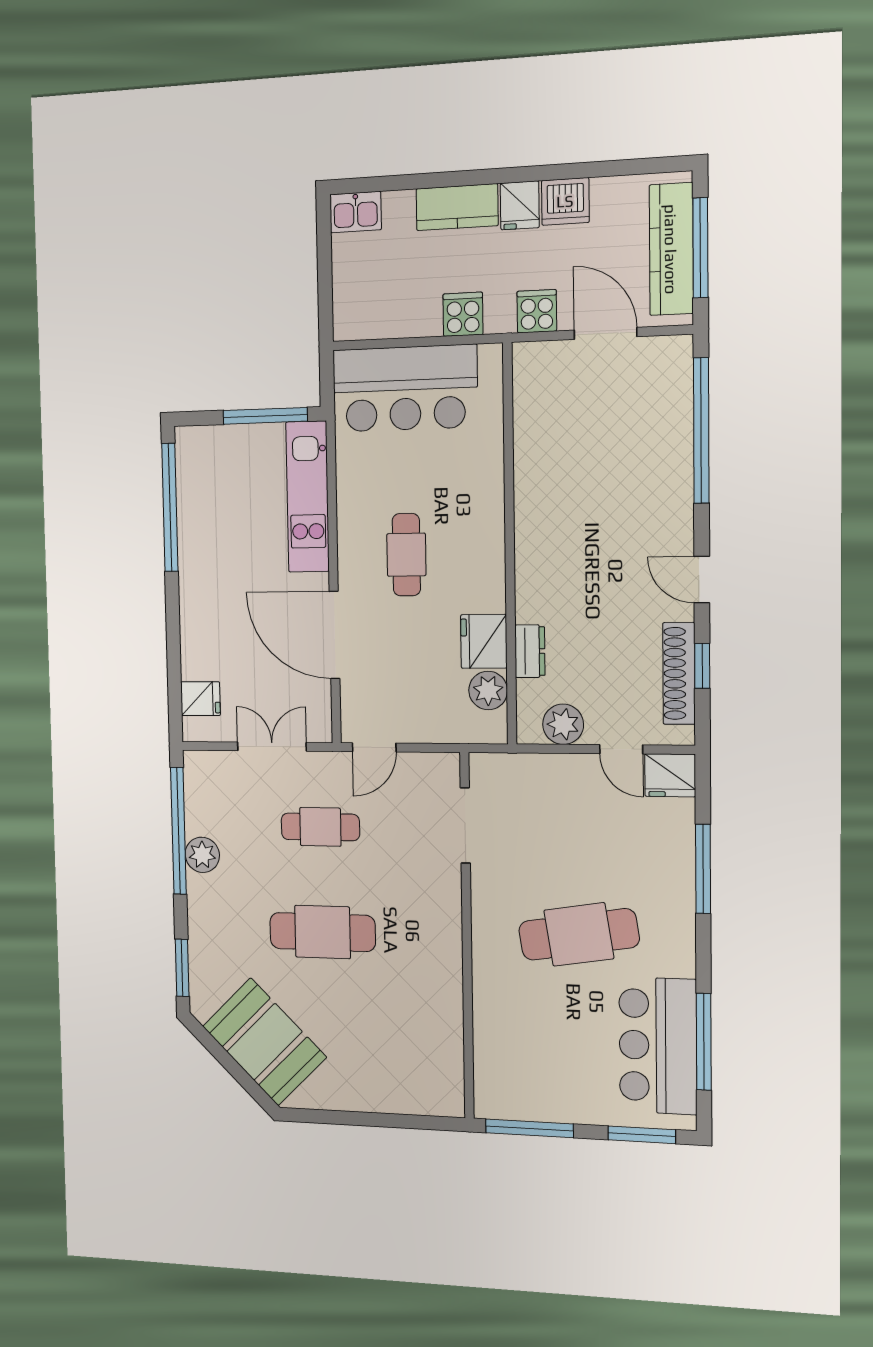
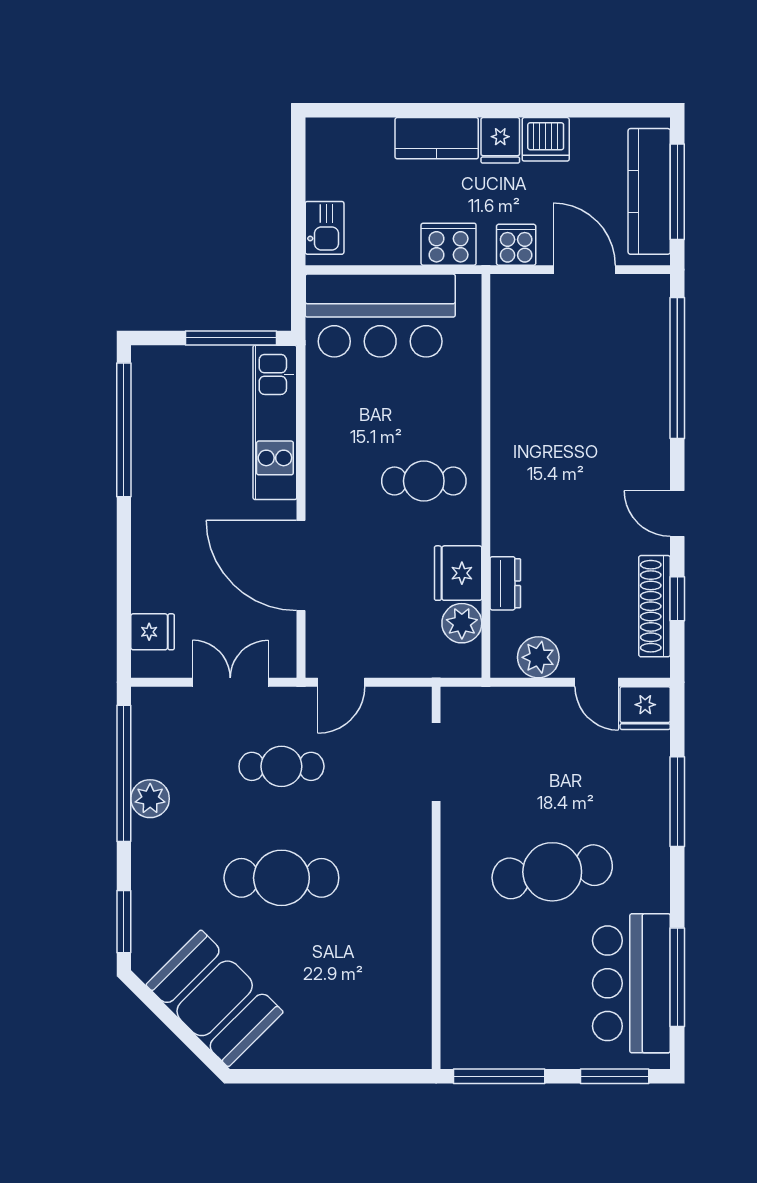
kitchen sink: (356, 212) -> (325, 228), moved, turned -90
cooker: (463, 314) -> (449, 244), width x1.36
cafe table: (406, 555) -> (424, 481), moved, turned 90

